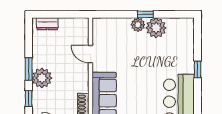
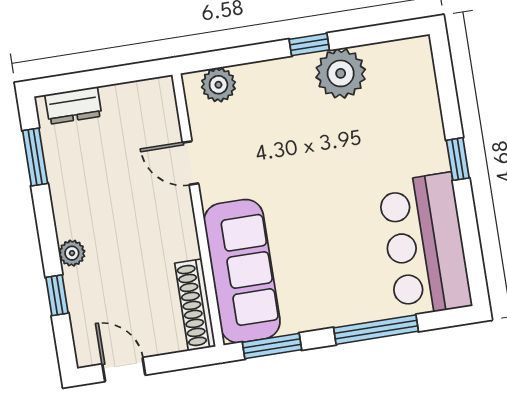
plant: (138, 25) -> (218, 85), moved
window: (29, 69) -> (35, 157), moved
plant: (42, 78) -> (72, 253), width x0.53, depth x0.53

